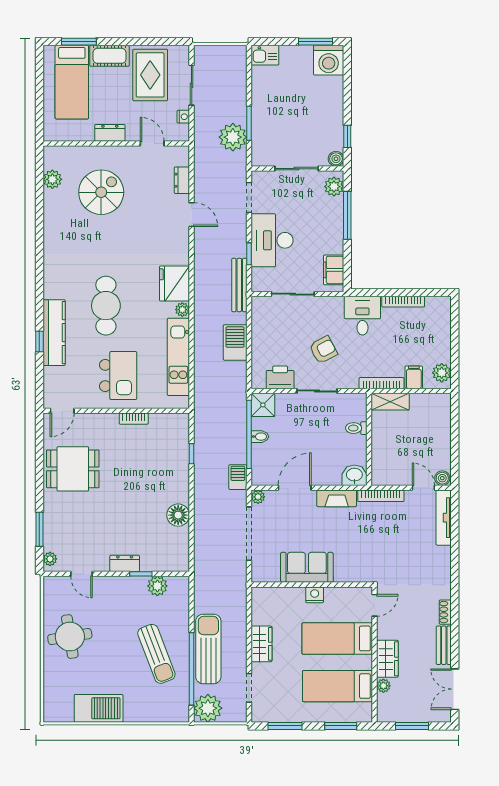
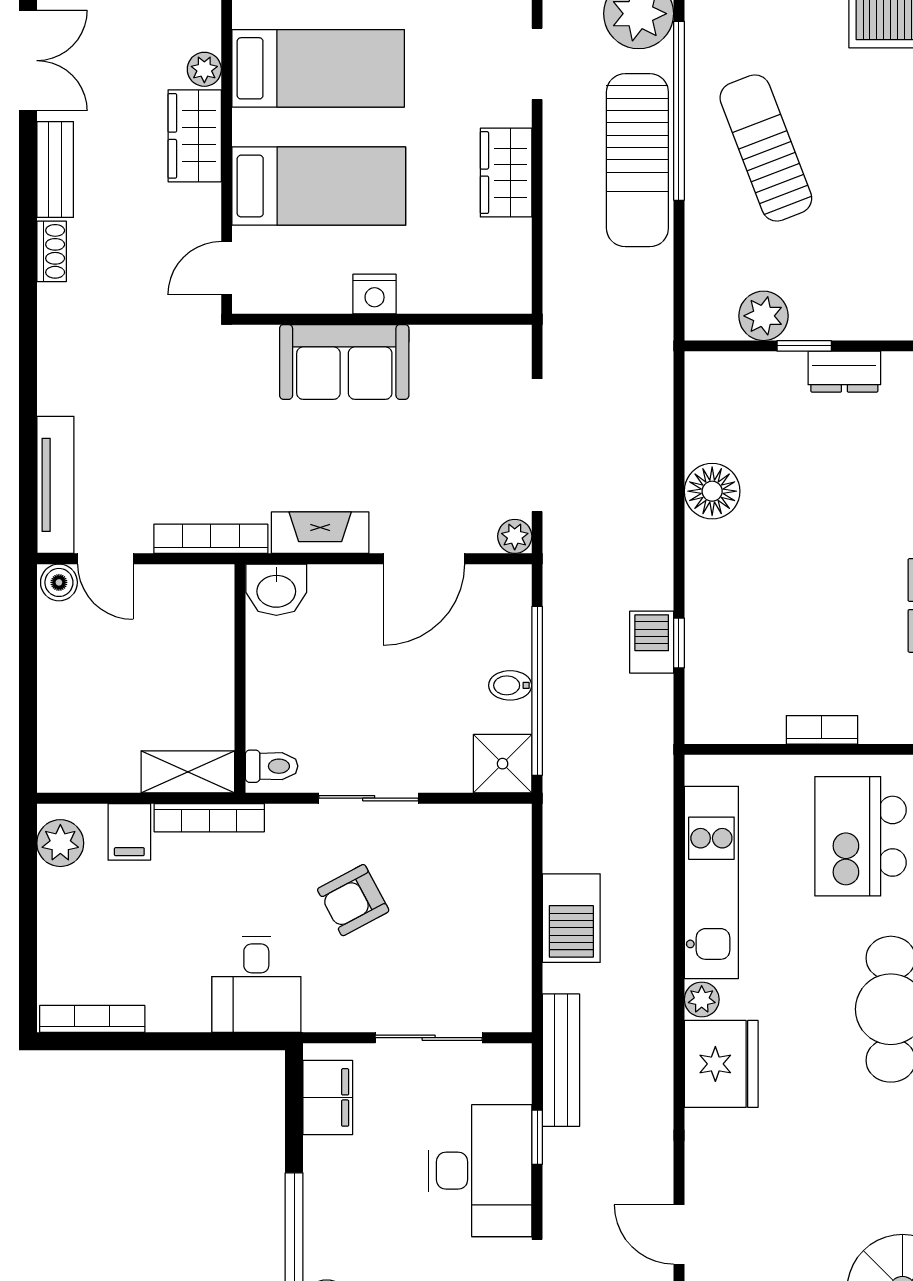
bookcase: (403, 302) -> (92, 1019), moved
printer: (280, 377) -> (460, 832), removed
toilet: (356, 428) -> (272, 766), moved
barbecue: (238, 477) -> (652, 642), moved, turned 180
sofa: (307, 567) -> (344, 362), moved

